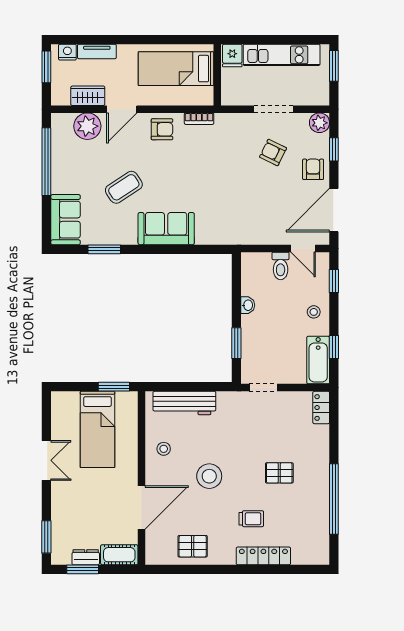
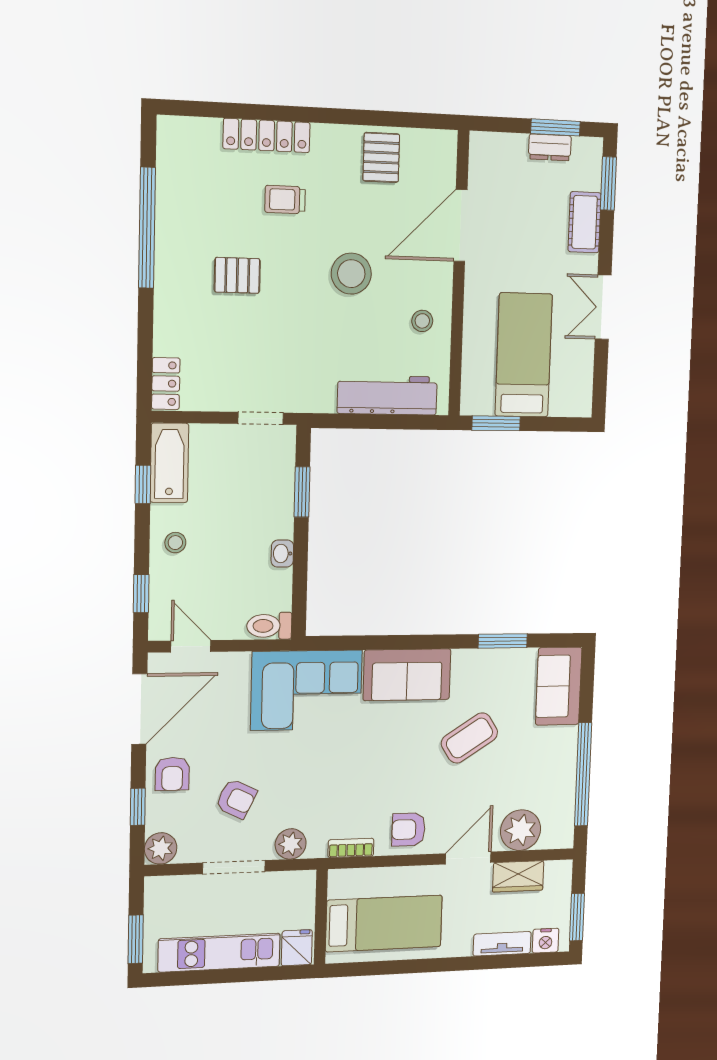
plant: (238, 123) -> (291, 844), added
corner sofa: (230, 220) -> (306, 690), added
toilet: (281, 266) -> (269, 626), moved, turned -90
pallet: (193, 546) -> (381, 157), turned 90
cot: (119, 555) -> (585, 222), moved, turned 90

